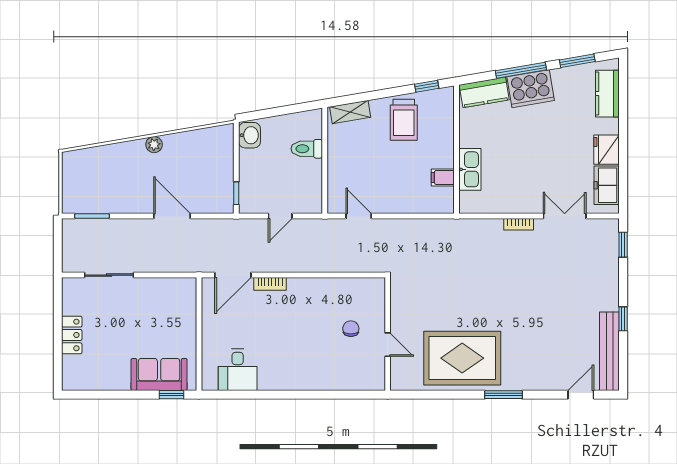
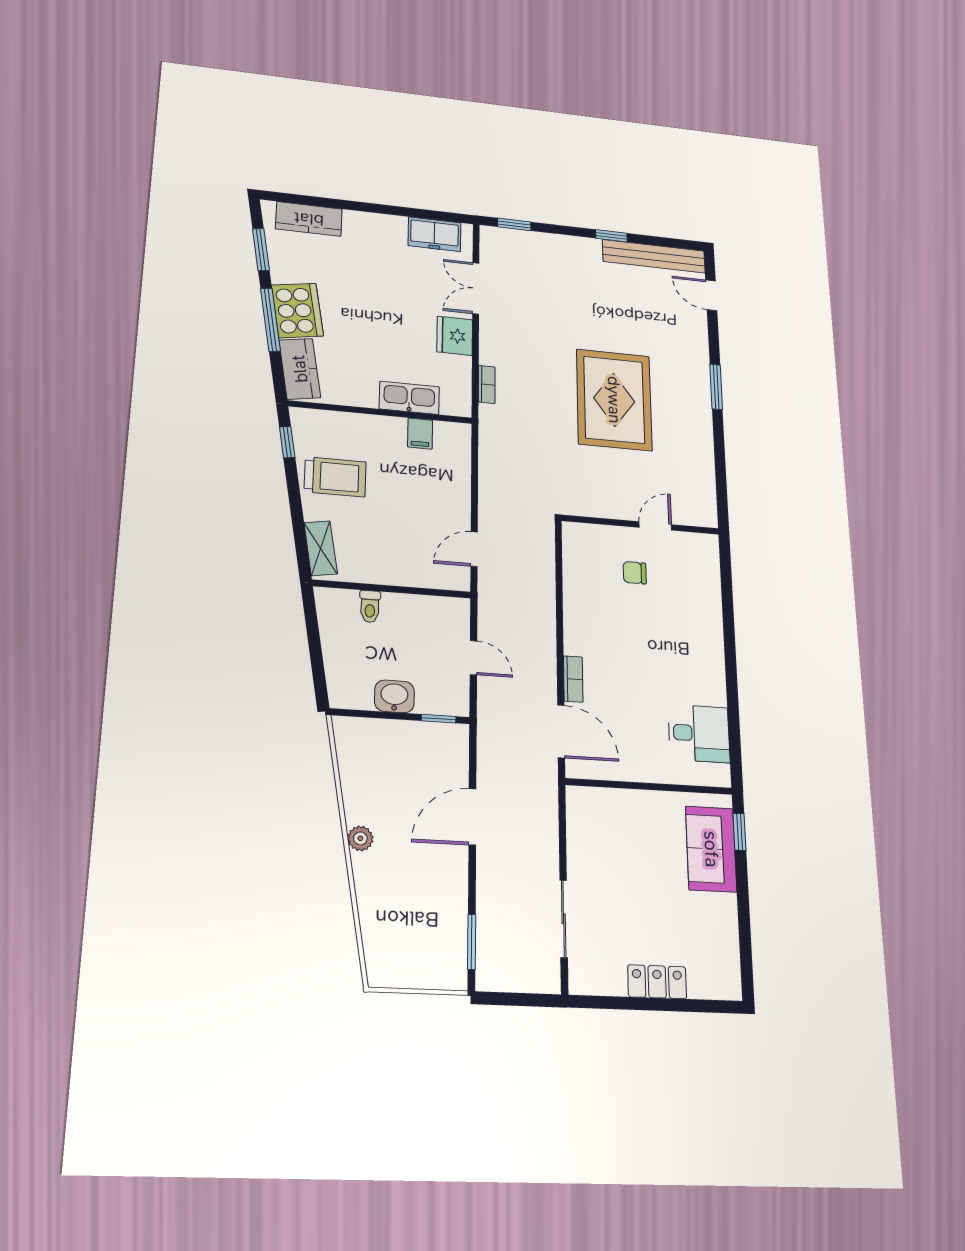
washbasin: (249, 135) -> (394, 696), moved
toilet: (307, 149) -> (370, 606), width x0.73, depth x0.72
fridge: (607, 150) -> (455, 336), moved, turned 90
bookcase: (519, 224) -> (487, 384), moved
rug: (462, 358) -> (614, 400), moved

